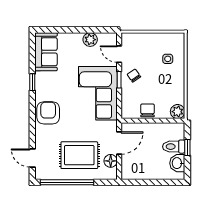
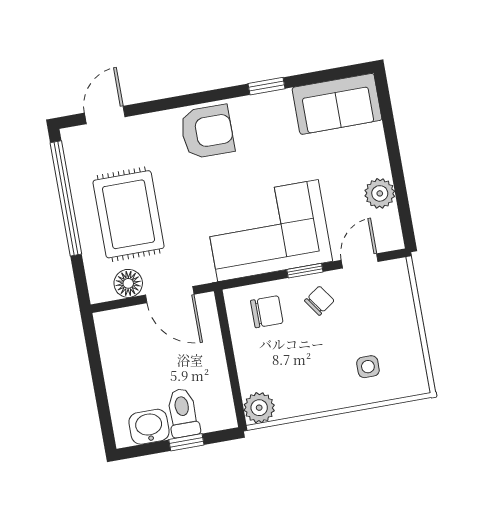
chair: (148, 110) -> (267, 312), moved

